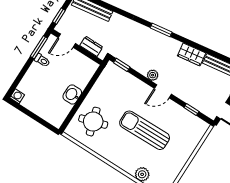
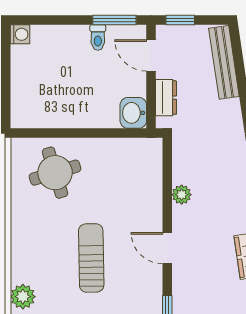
window: (122, 65) -> (167, 161), removed
plant: (153, 75) -> (182, 195), moved
washbasin: (72, 94) -> (133, 113), moved, turned -90
sun lounger: (145, 130) -> (91, 258), width x0.73, depth x0.75

